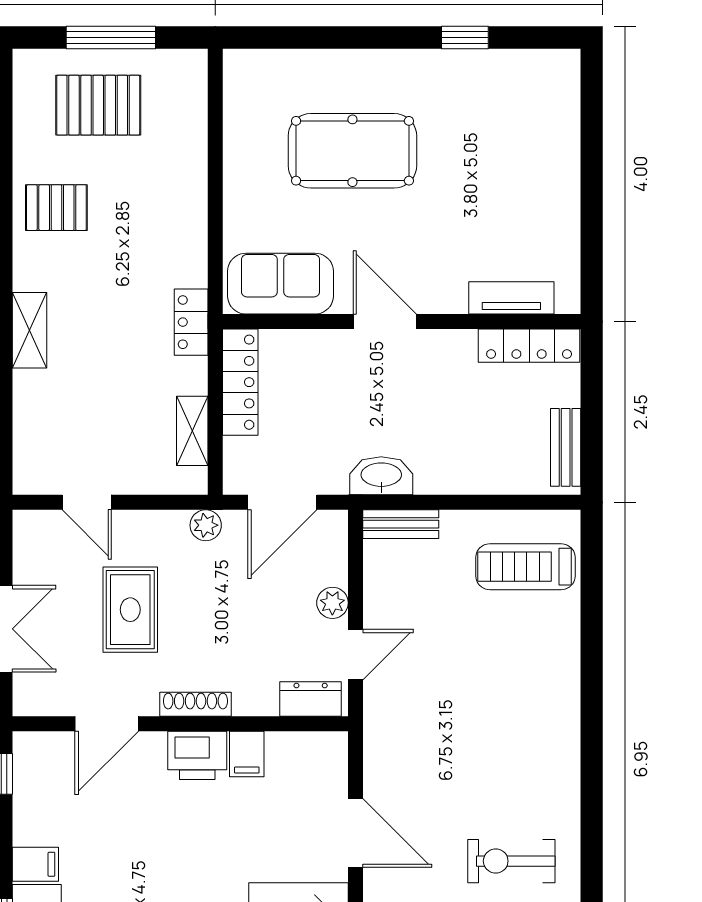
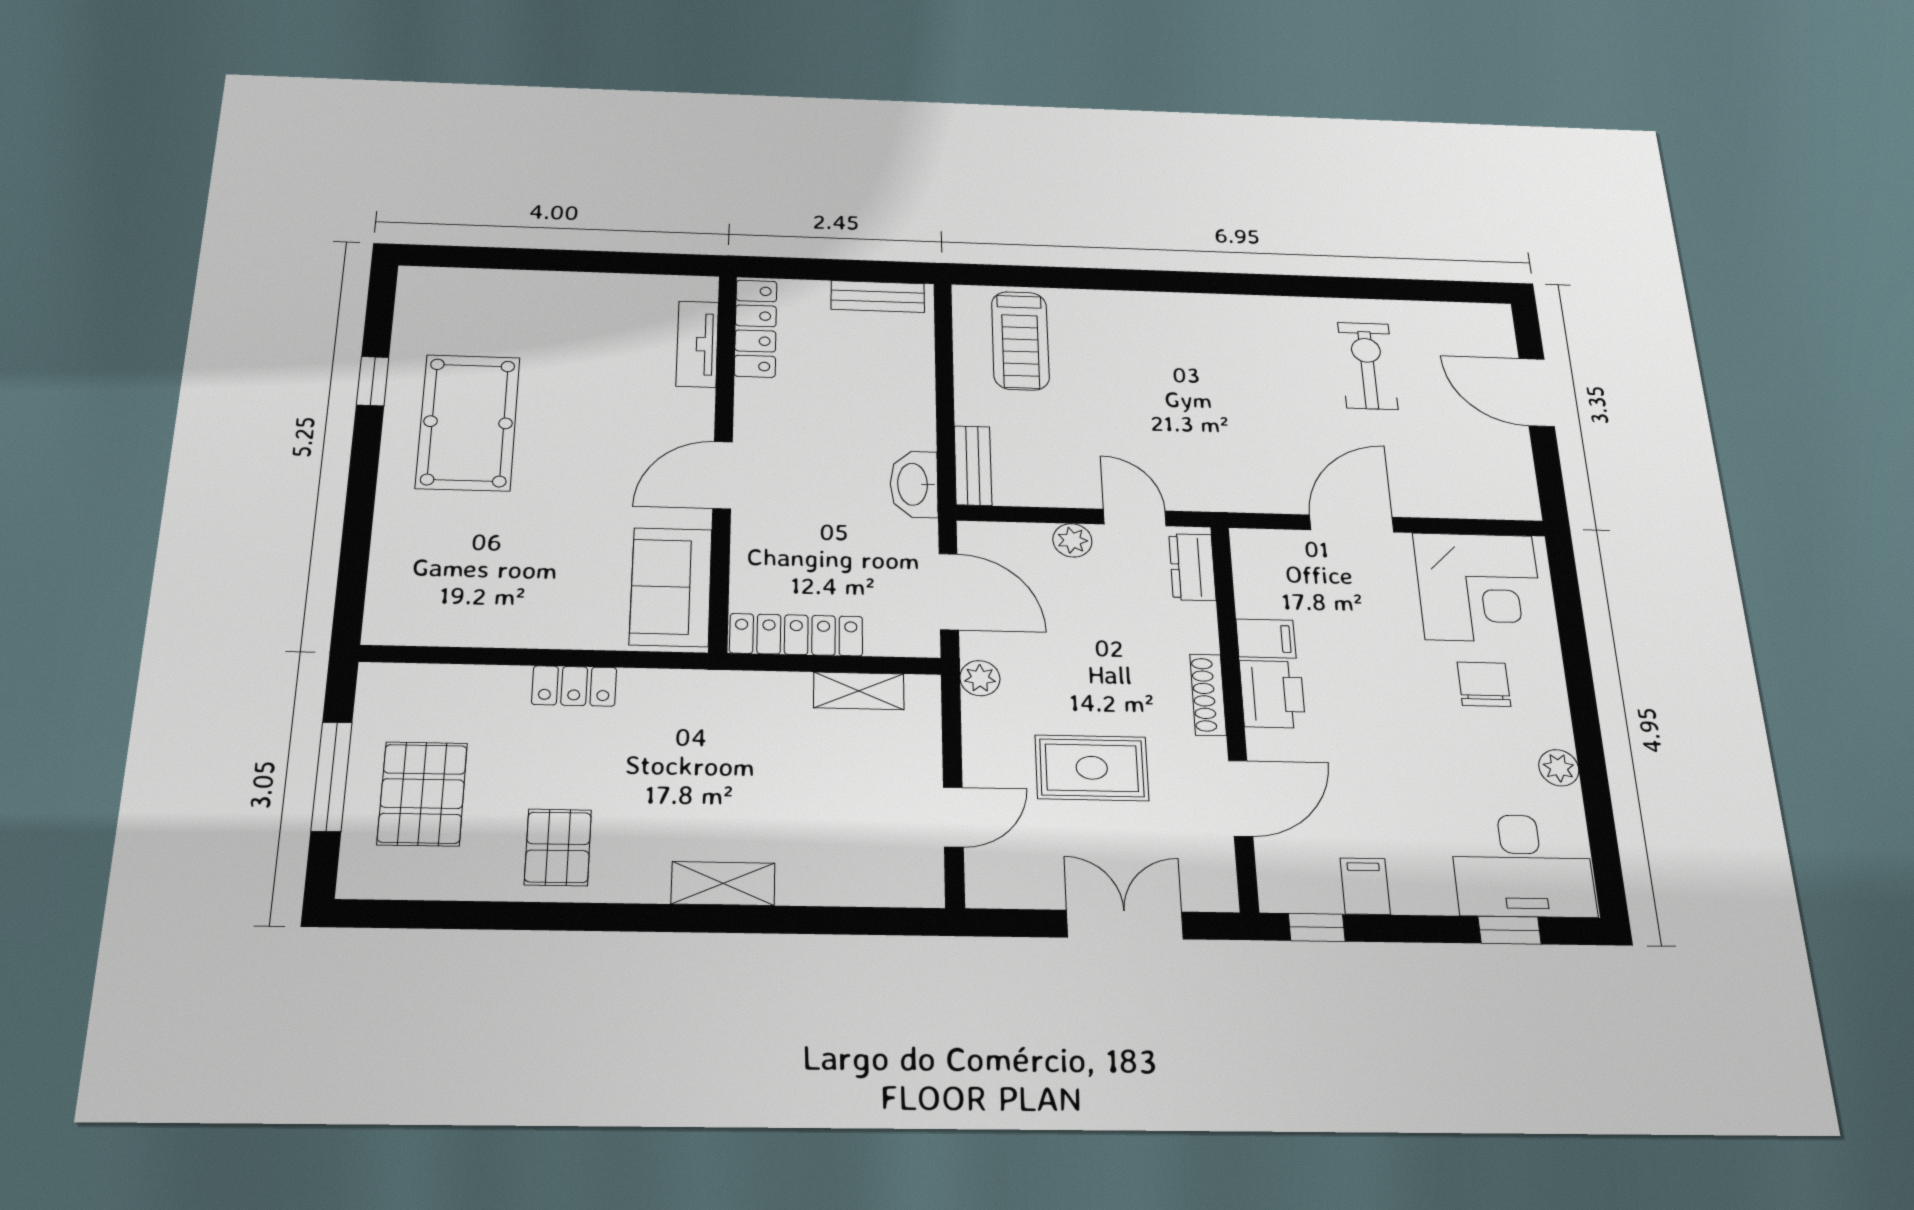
pool table: (352, 151) -> (468, 422), moved
locker: (191, 322) -> (574, 686), moved
door: (107, 724) -> (1241, 798), hinge flipped
exercise bike: (511, 861) -> (1368, 366), turned 180
filing cabinet: (35, 864) -> (1365, 886), moved

